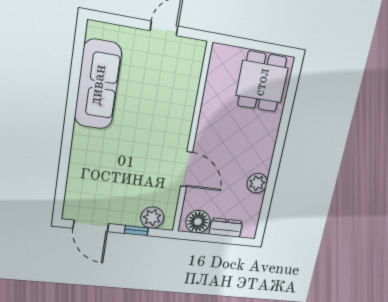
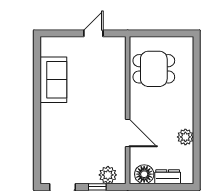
dining table: (262, 82) -> (154, 69), moved, turned 90
sofa: (98, 85) -> (53, 80), width x0.73

